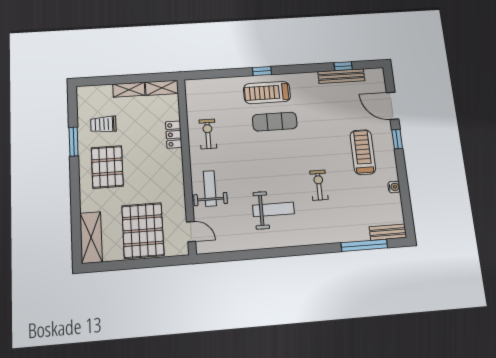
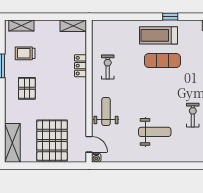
window: (262, 71) -> (170, 17), moved
shelving: (129, 90) -> (21, 26), moved
pallet: (107, 167) -> (27, 88), width x0.67, depth x0.71
water cooler: (202, 248) -> (96, 158), added

